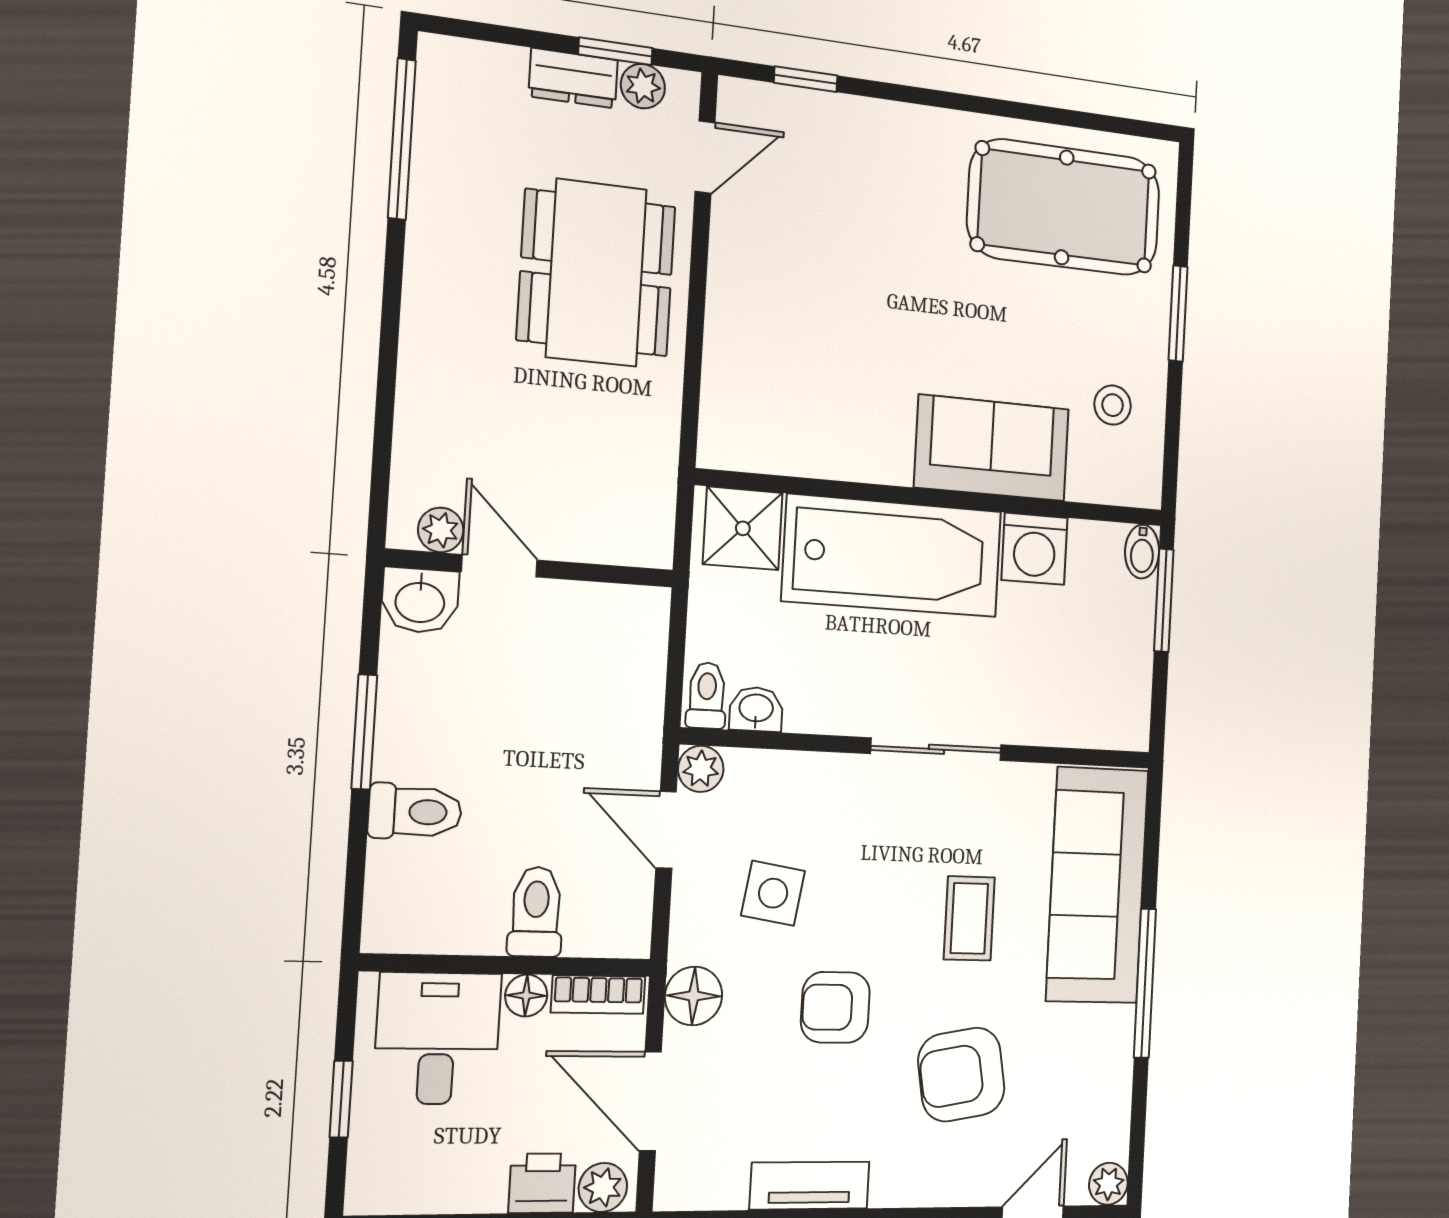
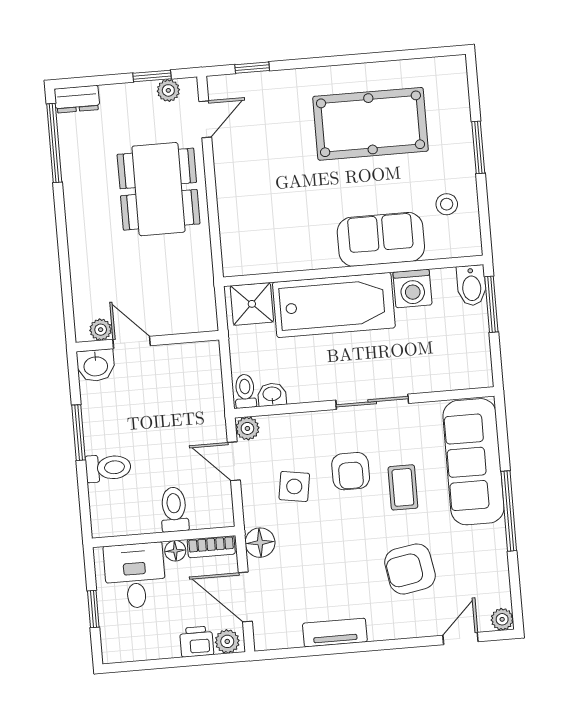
dresser: (573, 78) -> (77, 99), moved
pool table: (1064, 207) -> (370, 124), moved
bidet: (1142, 552) -> (472, 285), width x1.38, depth x1.36
armchair: (835, 1007) -> (351, 471), moved, turned -90

